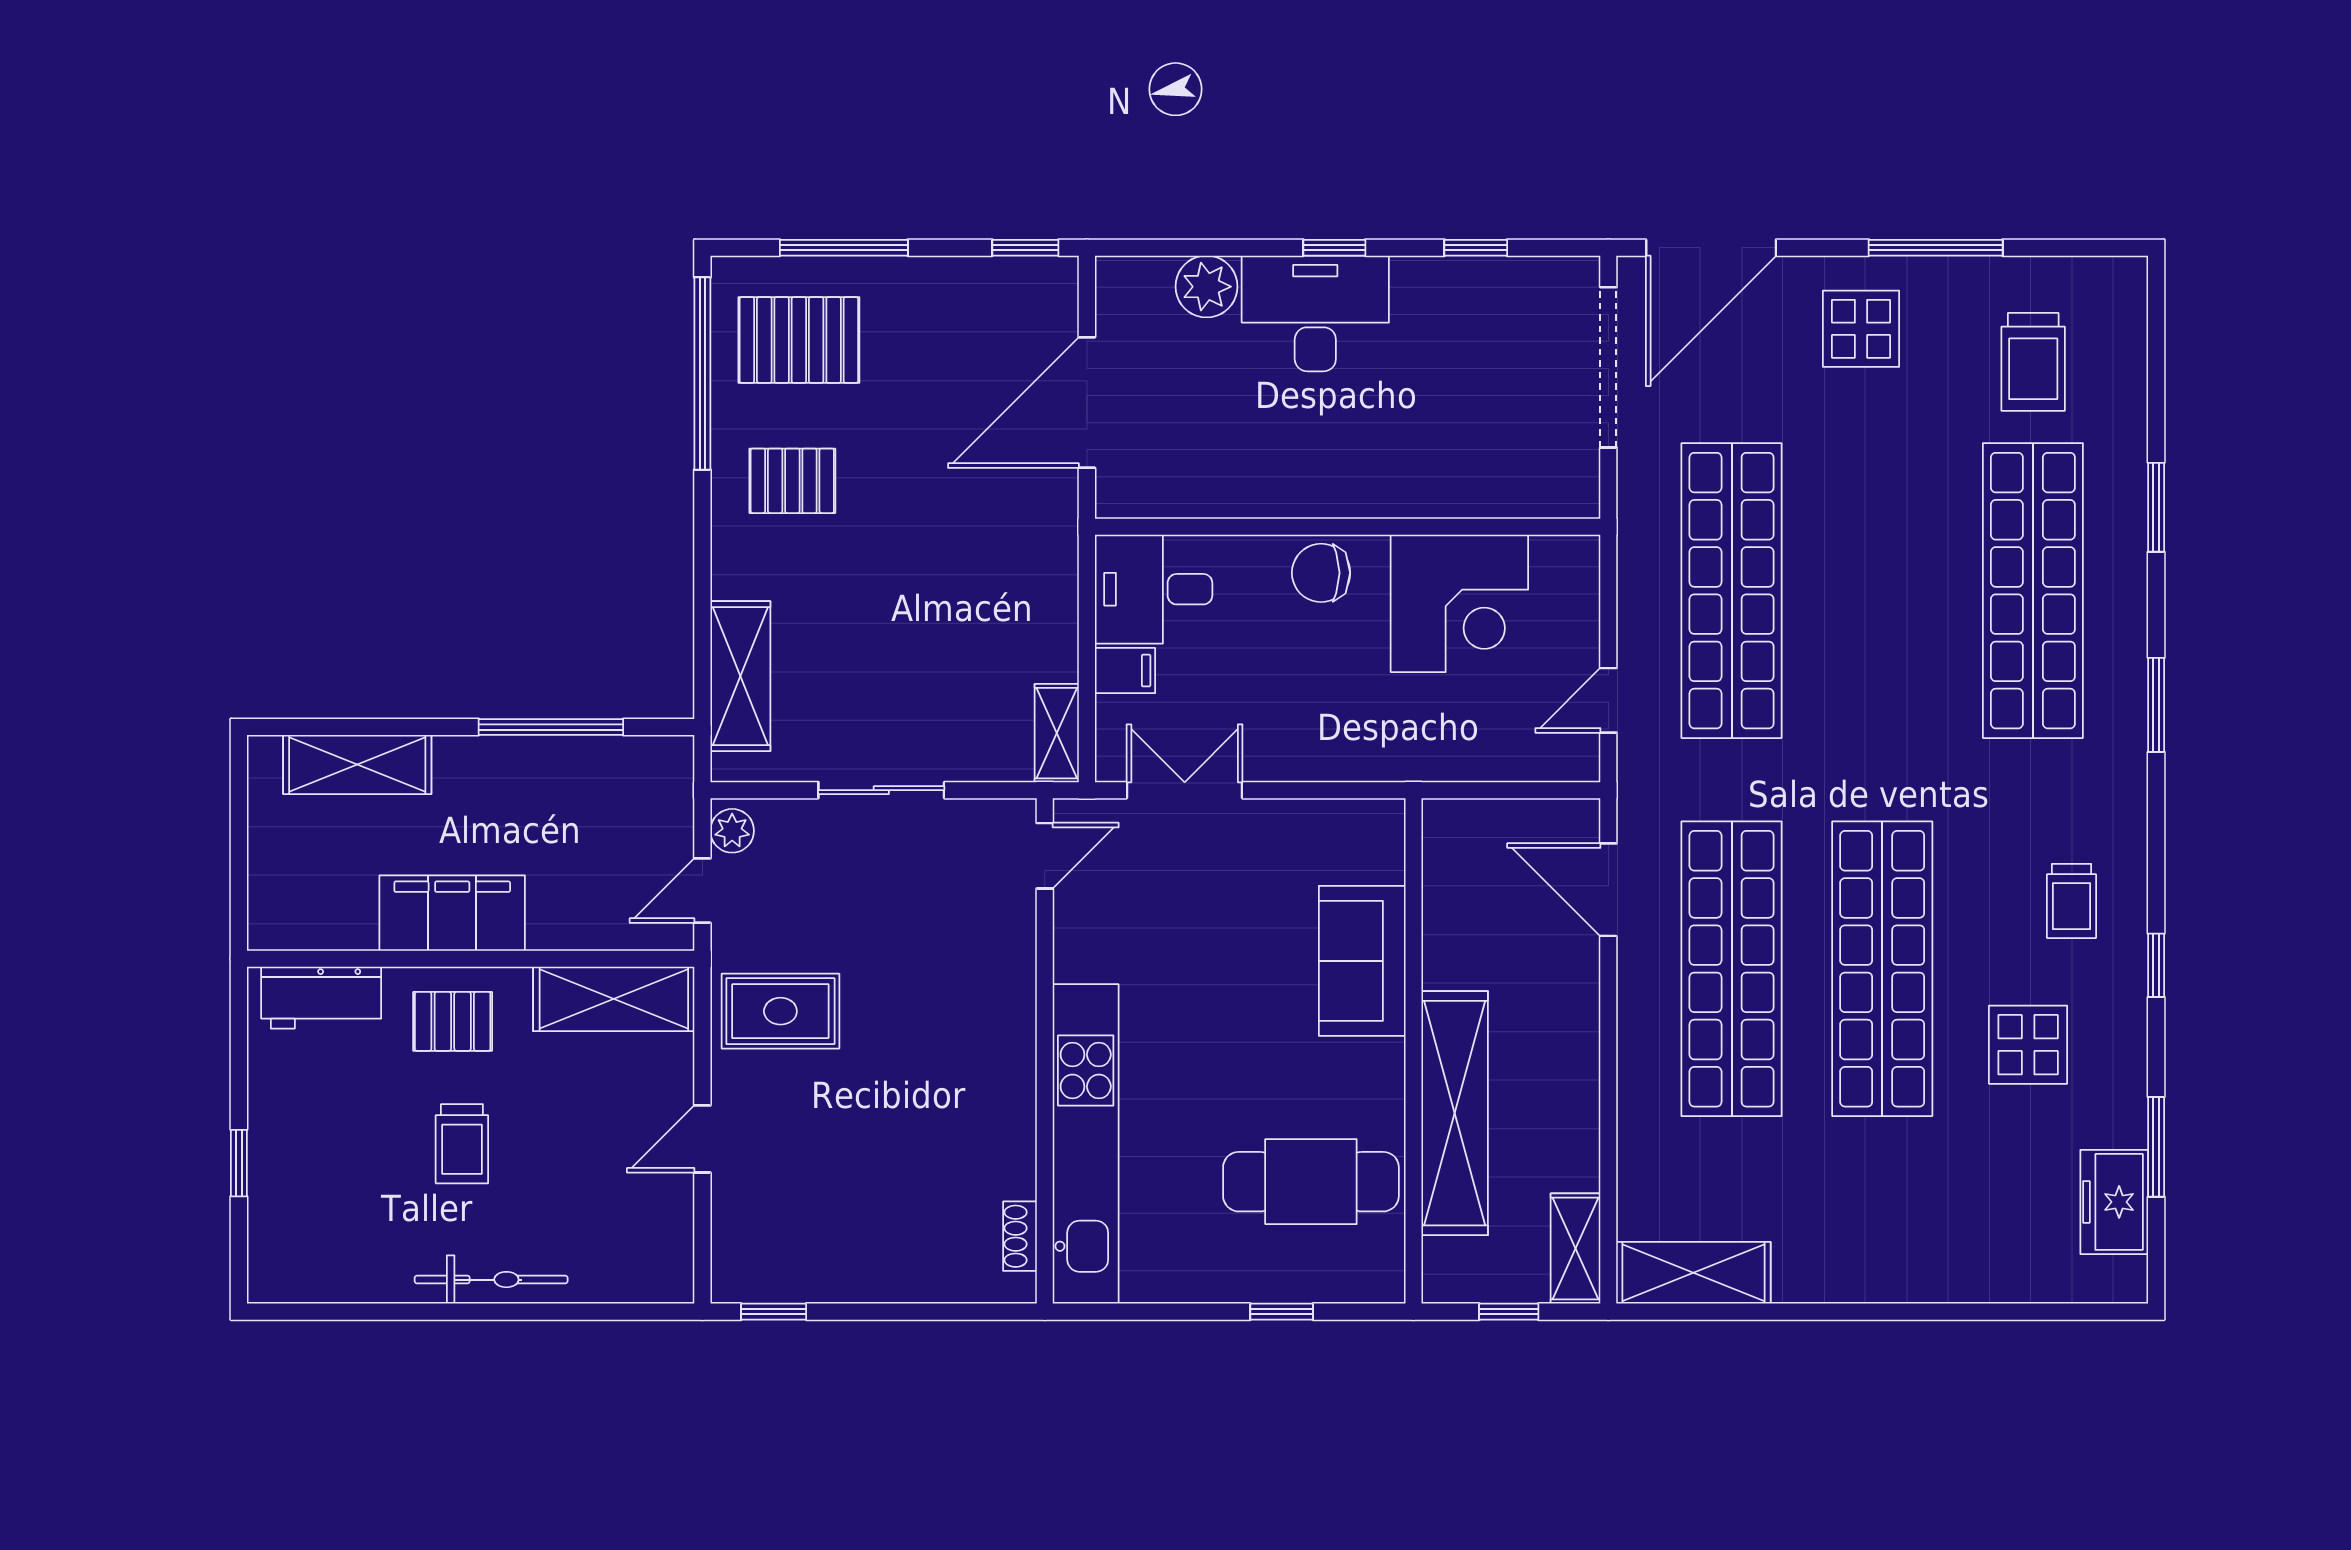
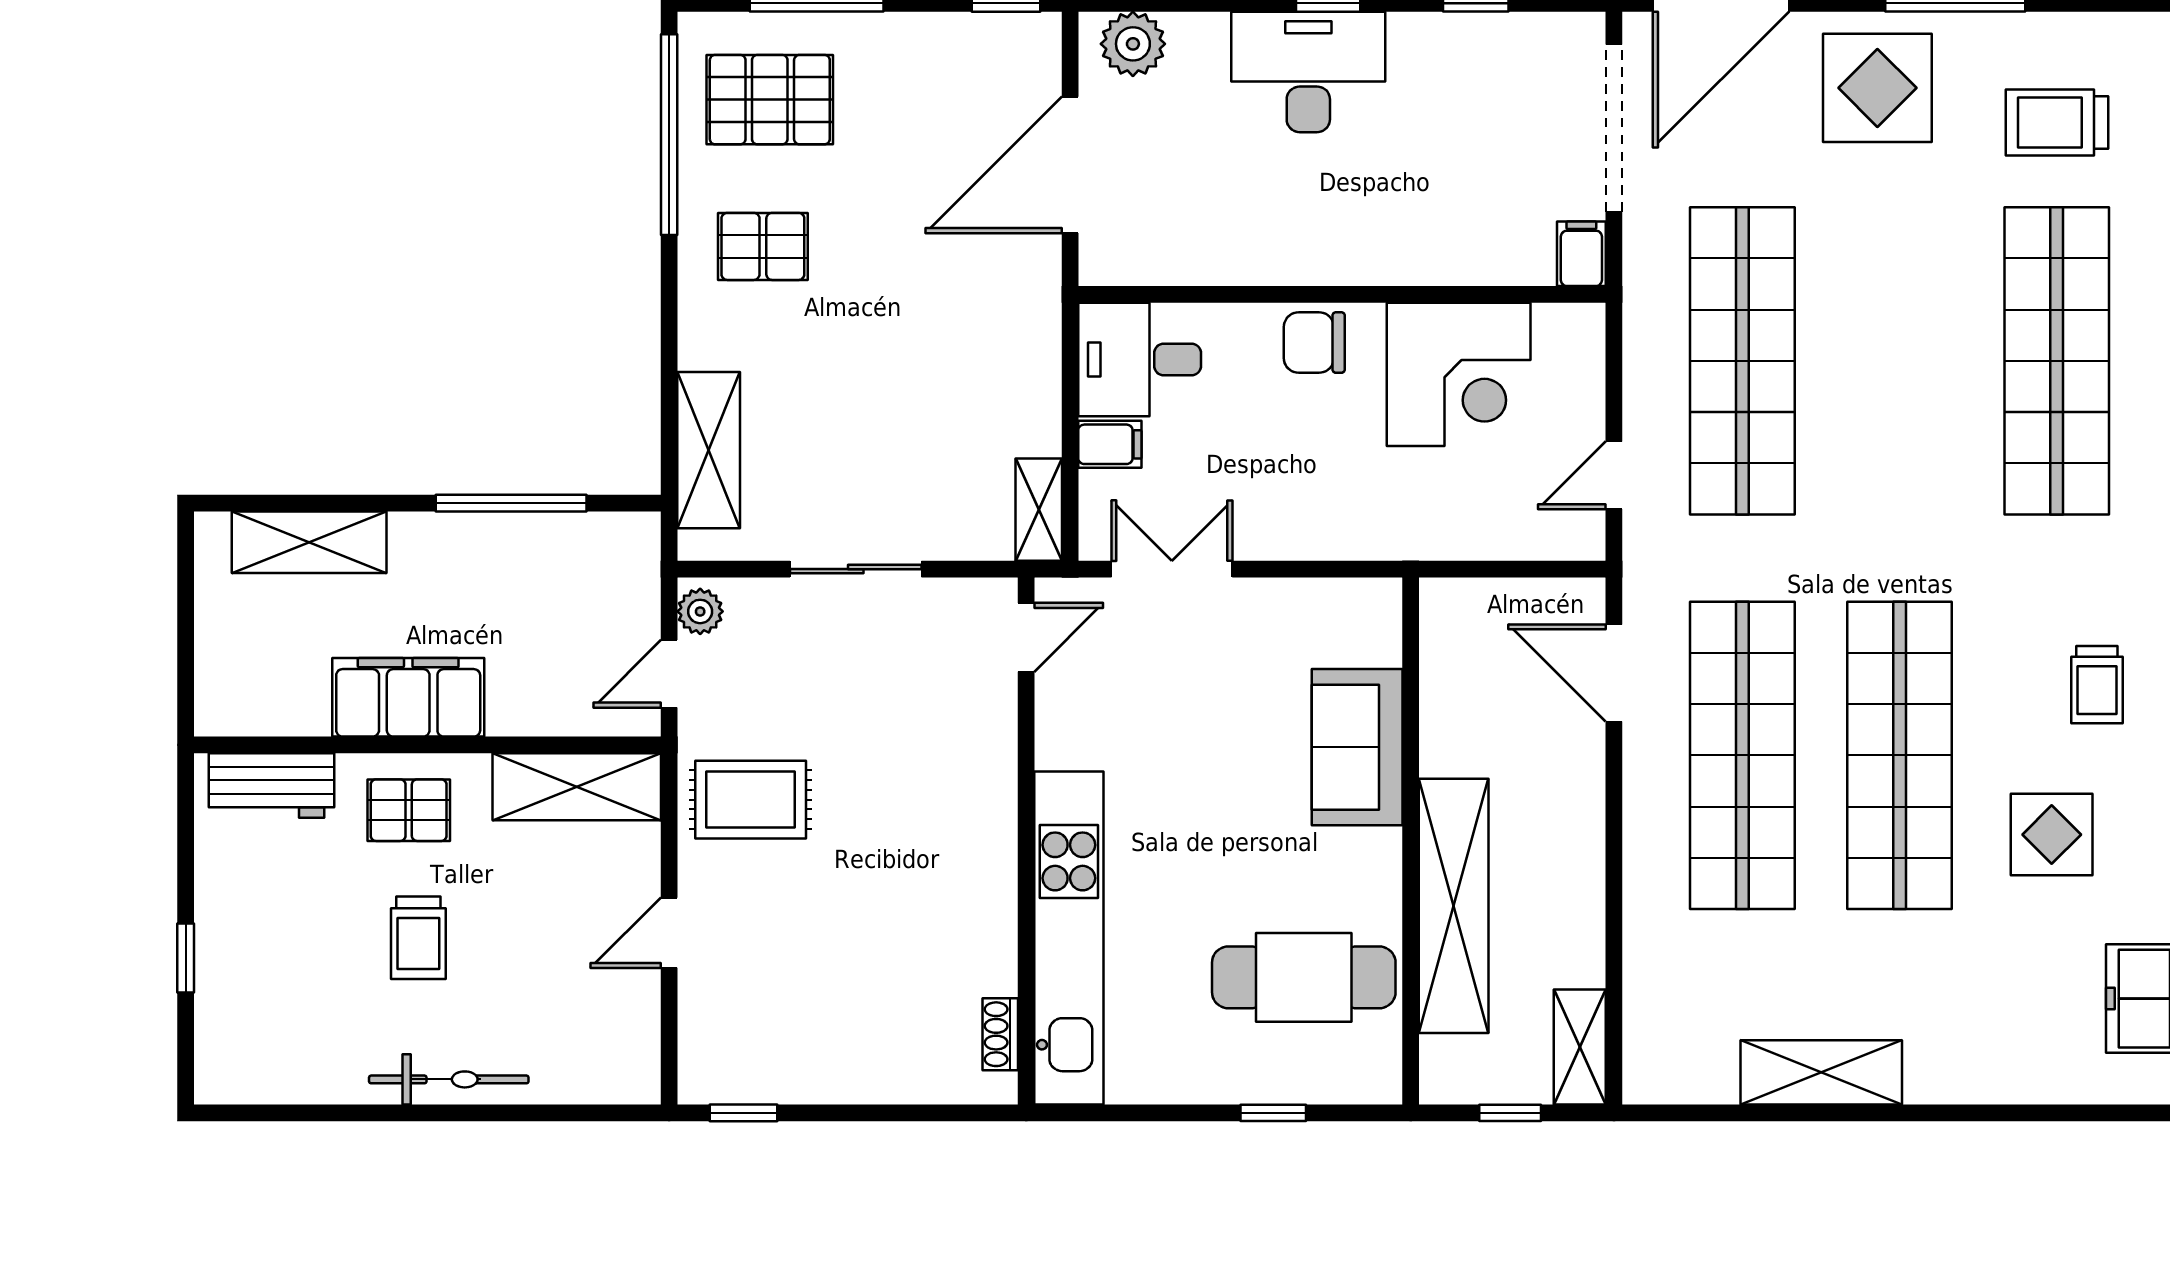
plant: (1206, 287) -> (1133, 44), moved
display table: (1861, 329) -> (1877, 88), width x1.36, depth x1.36
trolley: (2033, 362) -> (2057, 122), turned 90
filing cabinet: (1577, 488) -> (1581, 254), added
shelving: (1693, 1273) -> (1821, 1072), moved

